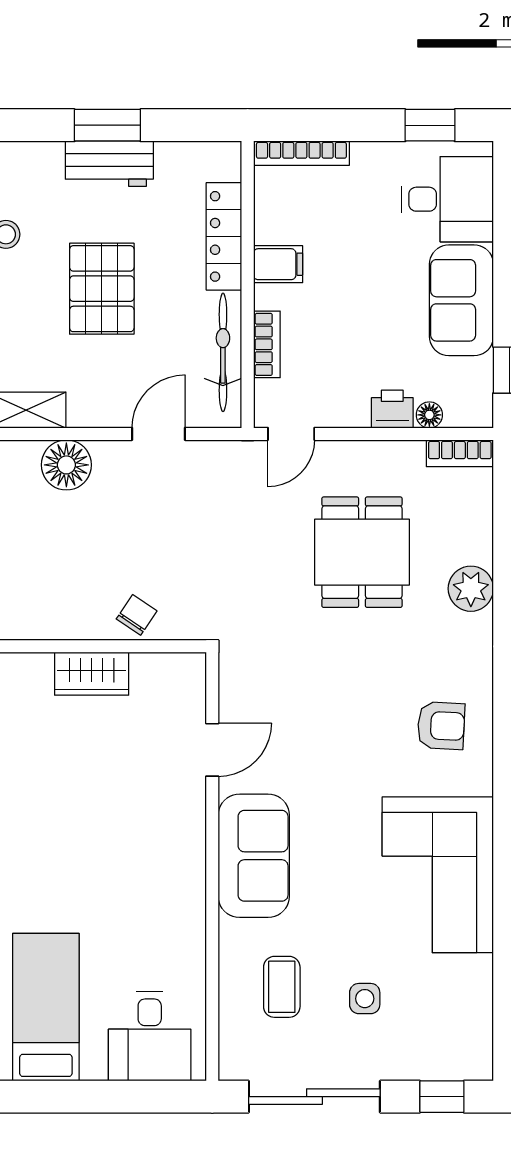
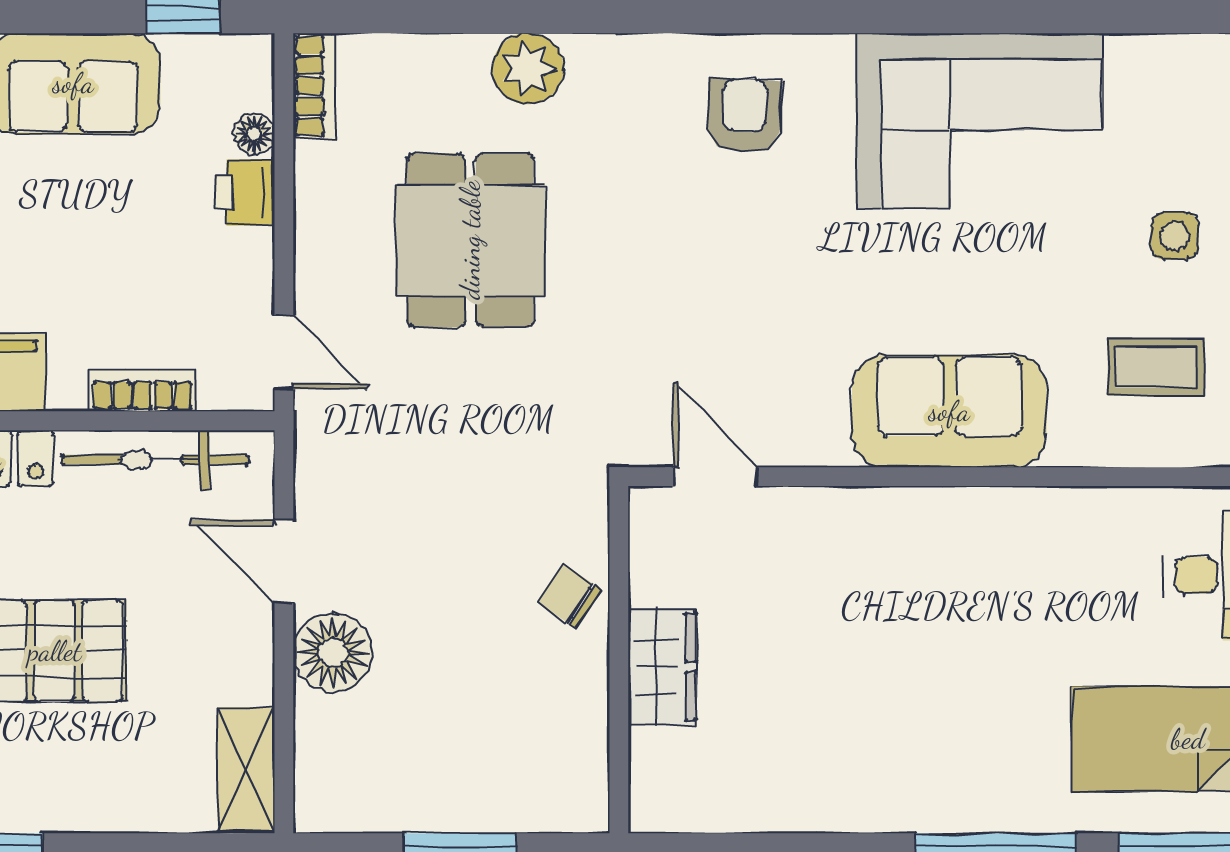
floor lamp: (66, 465) -> (333, 652), moved
dining table: (362, 552) -> (470, 240), turned 90
door: (212, 750) -> (715, 477), moved

